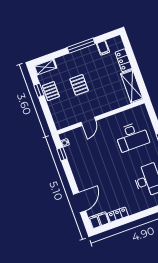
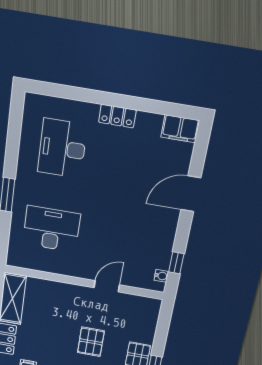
door: (80, 202) -> (191, 194), moved
locker: (118, 215) -> (117, 116), moved

